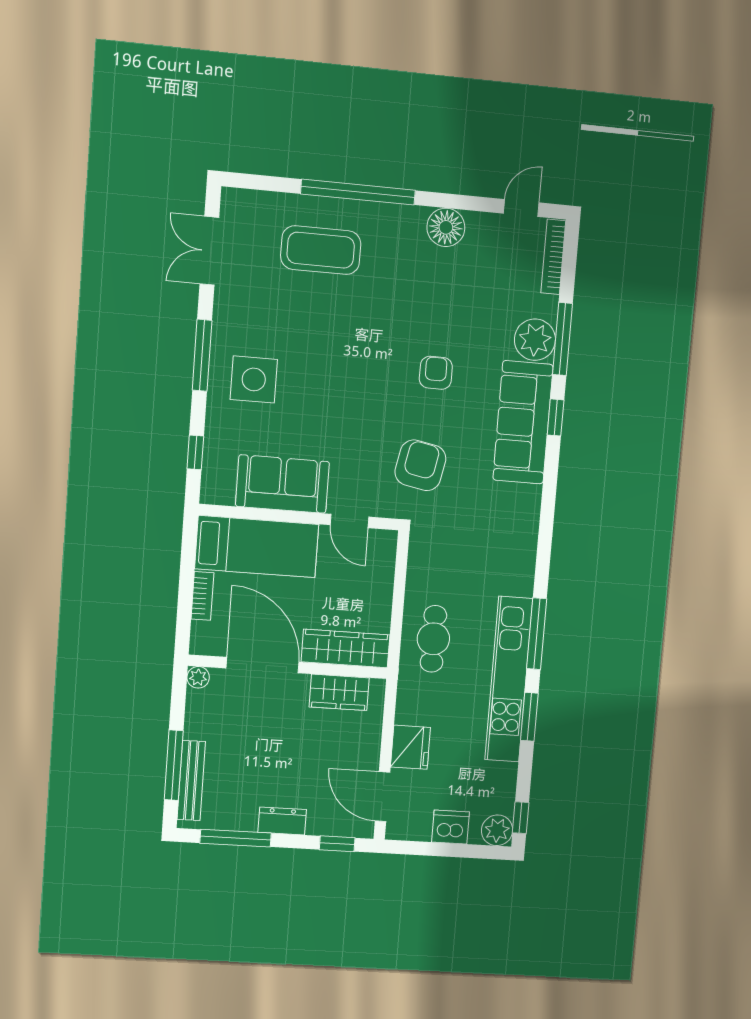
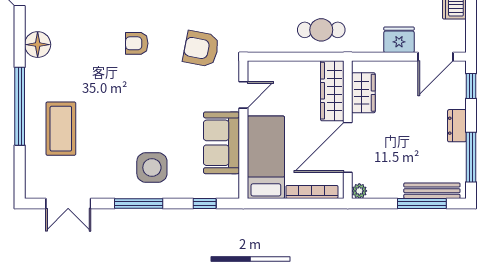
bookcase: (202, 596) -> (312, 192), width x1.56

